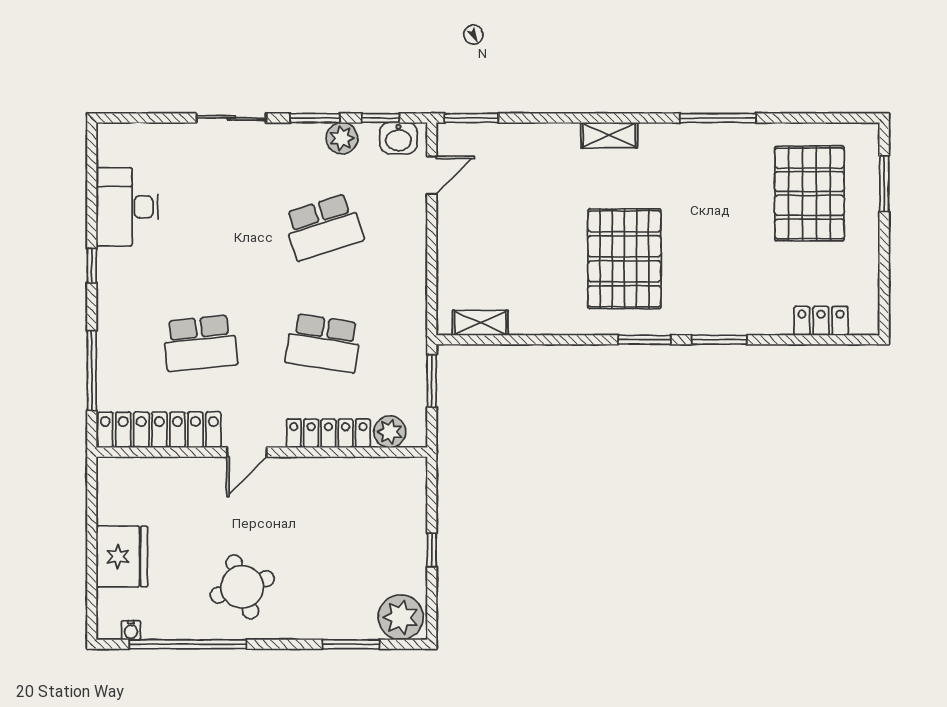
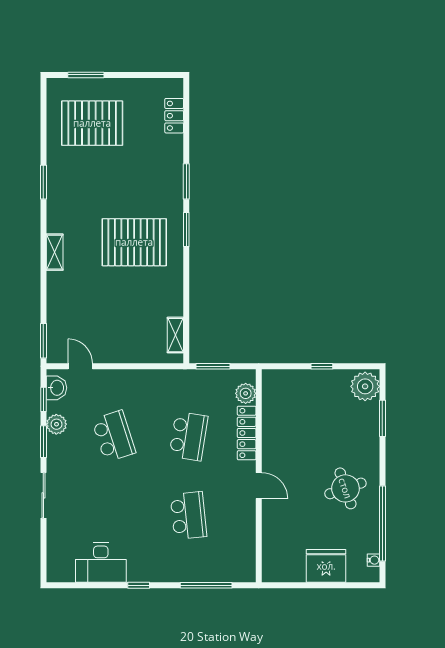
window: (718, 118) -> (43, 182), width x0.69
locker: (159, 430) -> (244, 542), removed

